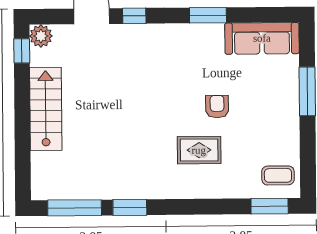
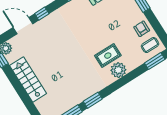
armchair: (217, 107) -> (142, 29), moved
plant: (202, 184) -> (118, 70), added

